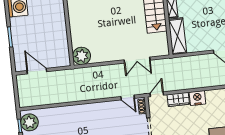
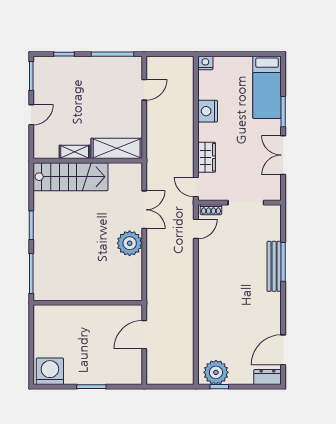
plant: (82, 56) -> (130, 243), moved
door: (37, 71) -> (144, 335), moved
nightstand: (197, 98) -> (208, 111), moved

